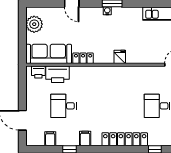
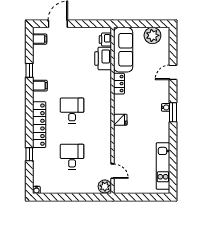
desk: (64, 106) -> (72, 110), moved
filing cabinet: (50, 139) -> (40, 39), moved

